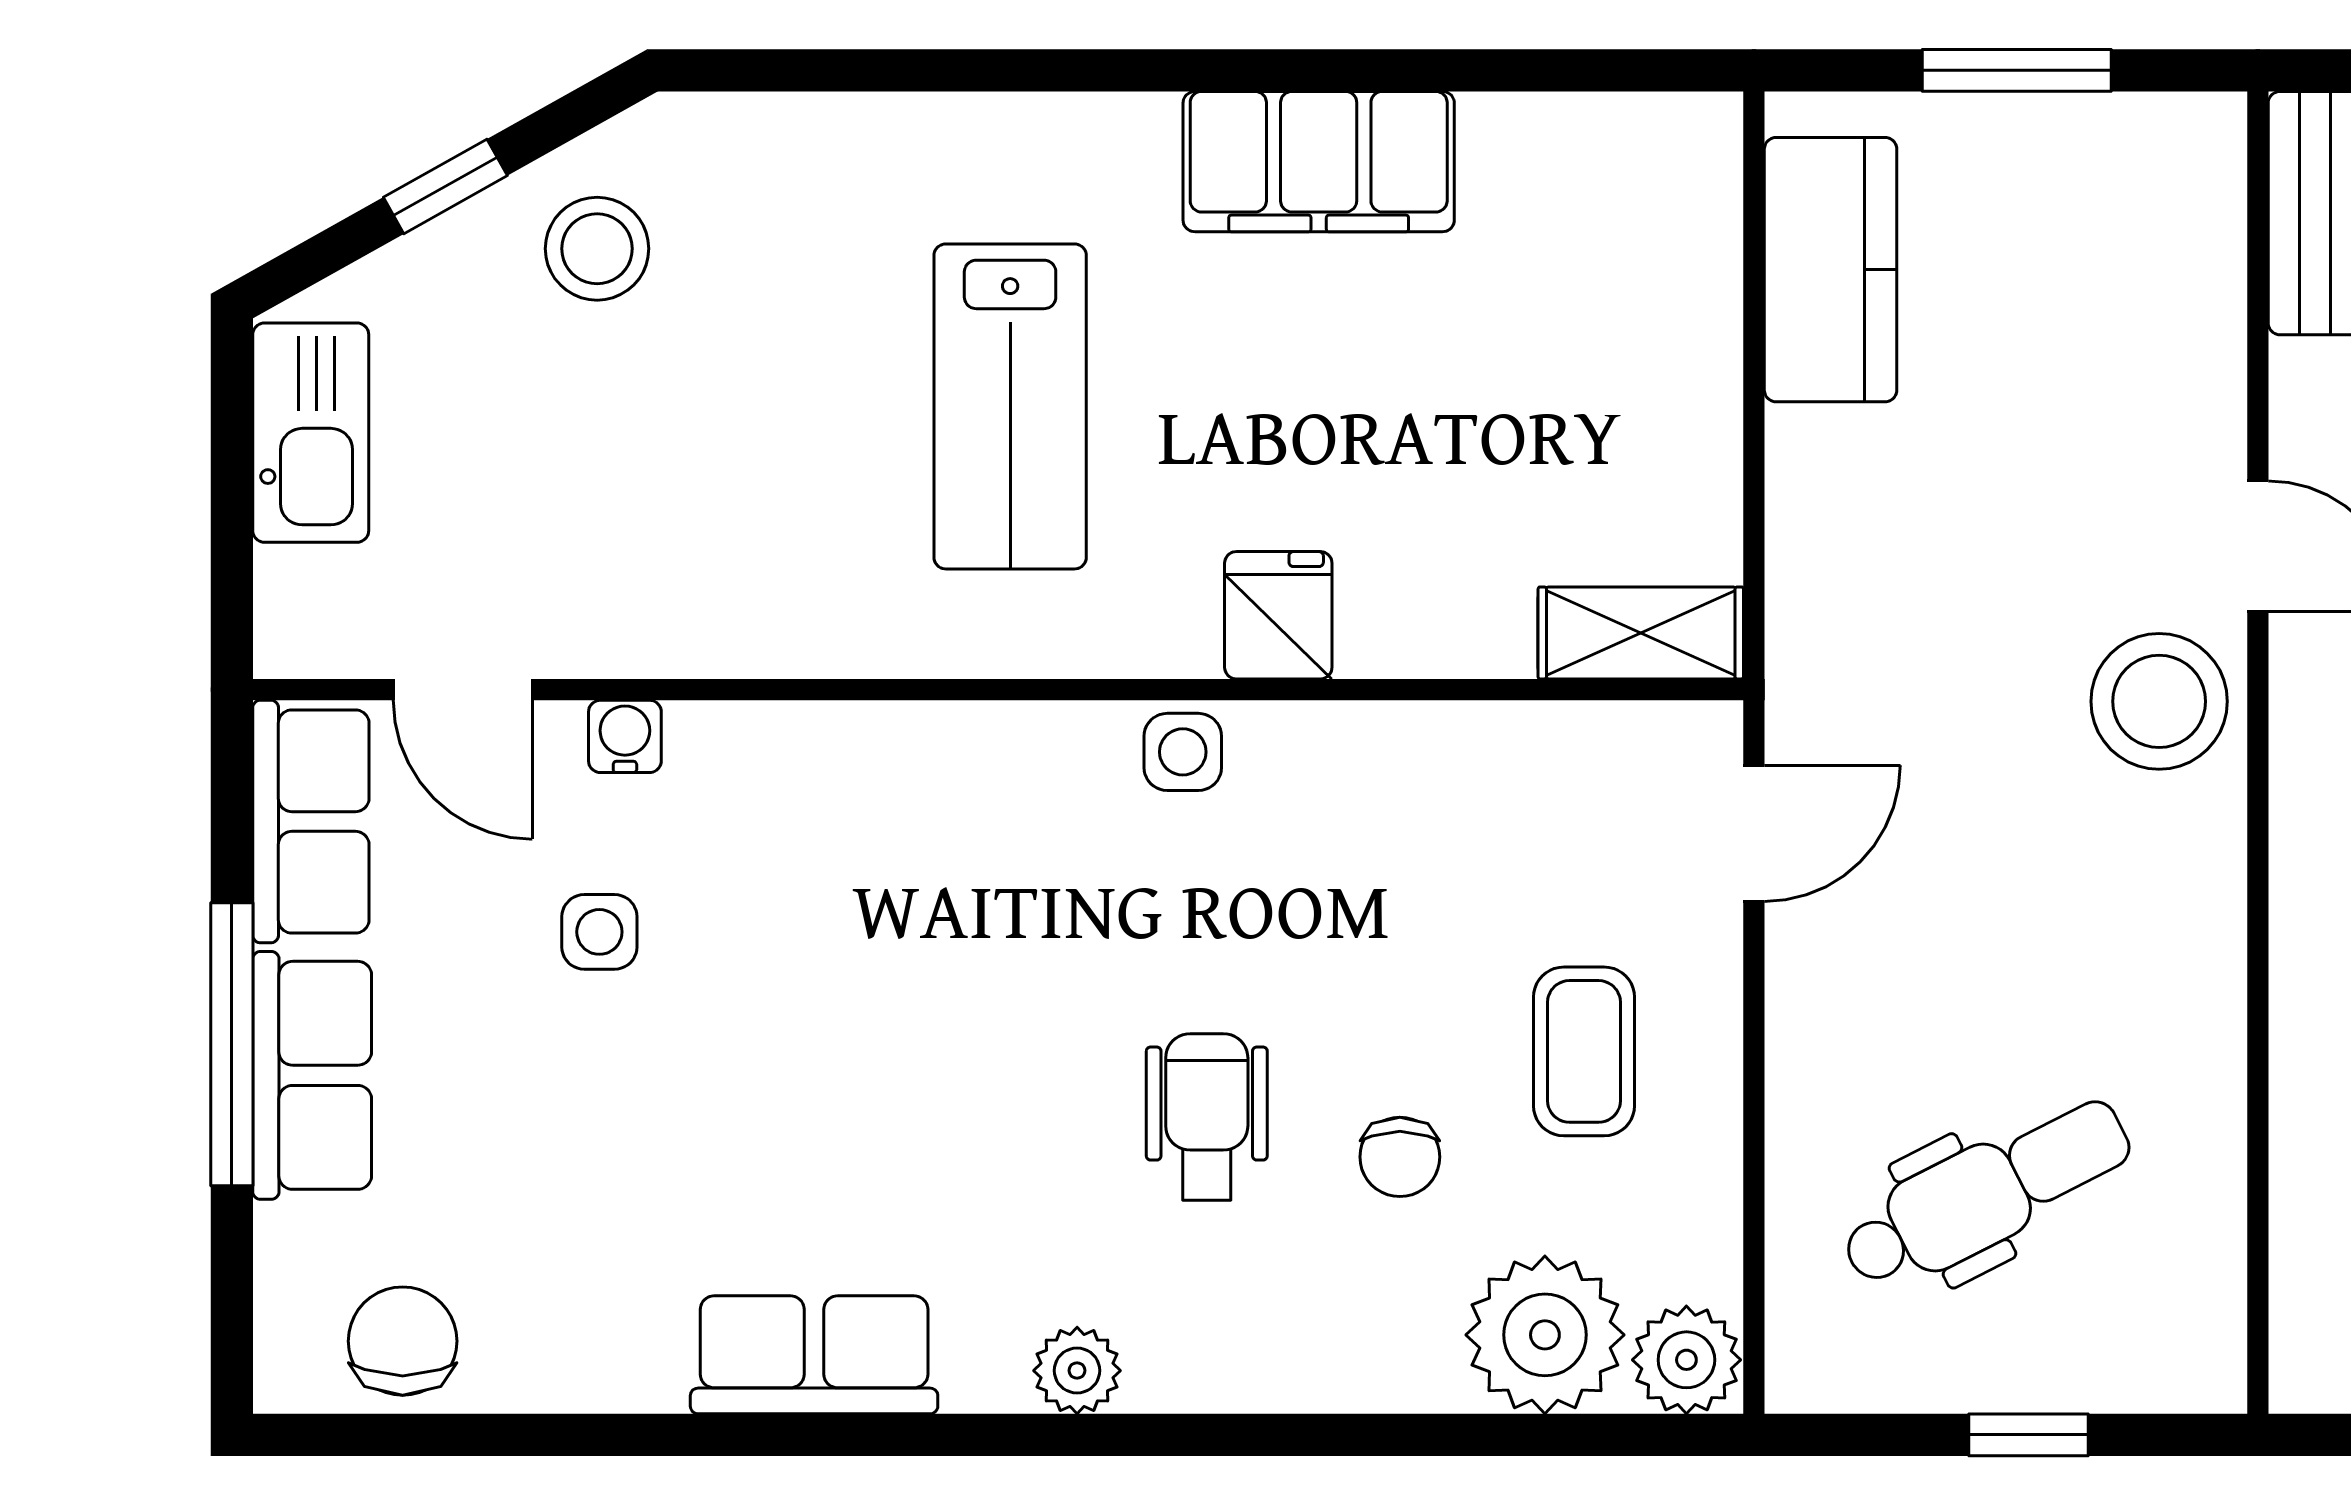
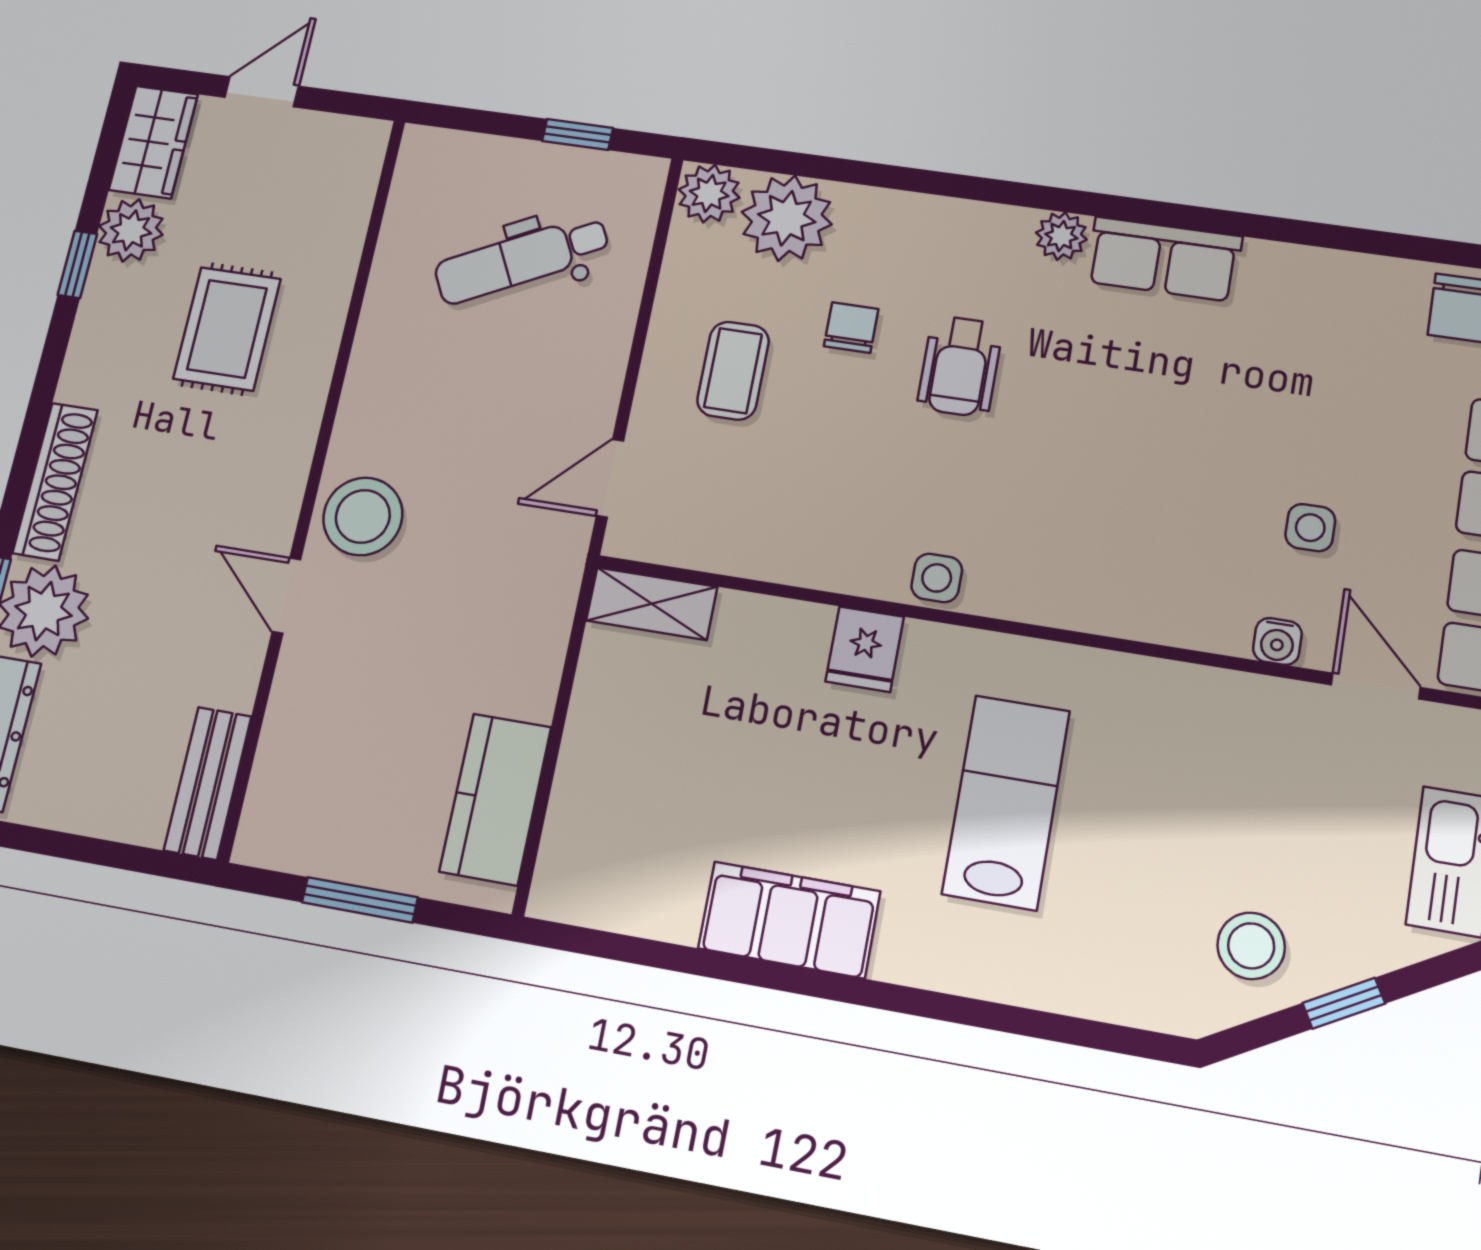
row of seats: (814, 1355) -> (1164, 259), moved
window: (2028, 1435) -> (578, 134), moved

